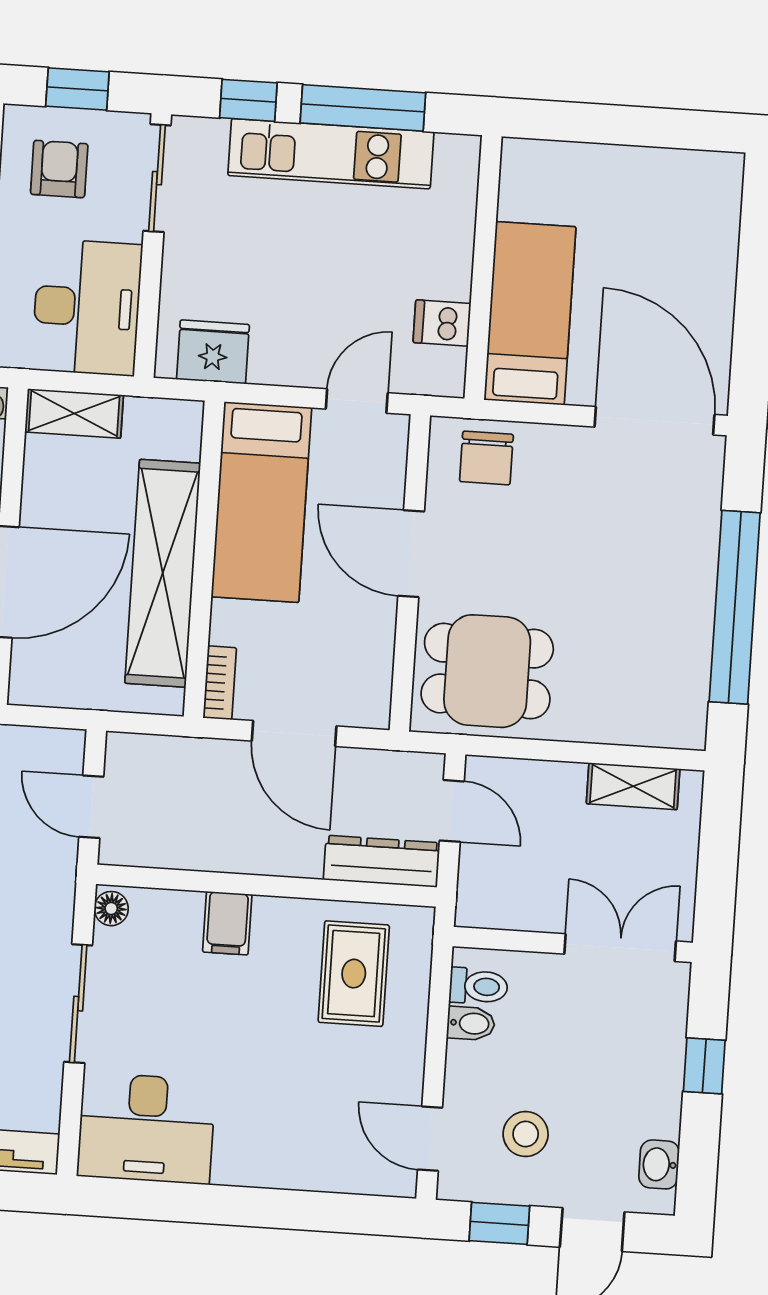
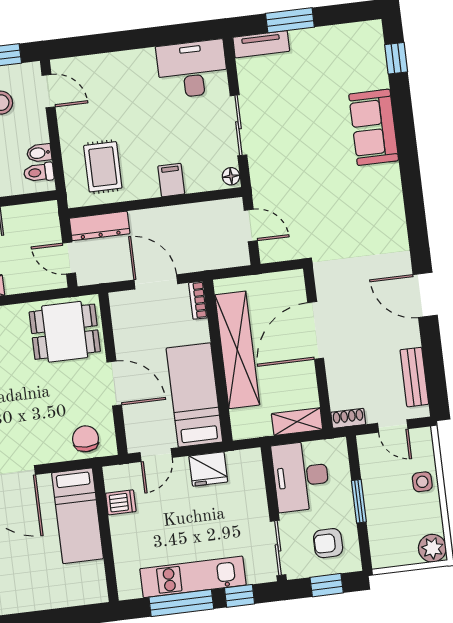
armchair: (59, 169) -> (328, 543), turned 90
fridge: (213, 352) -> (208, 469), moved

